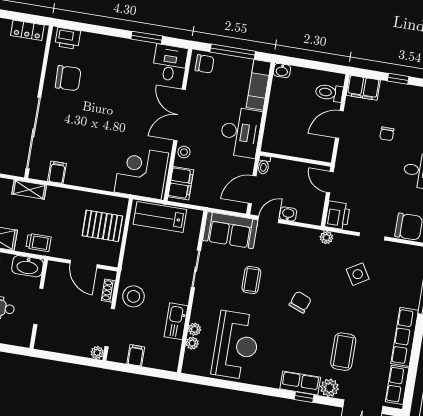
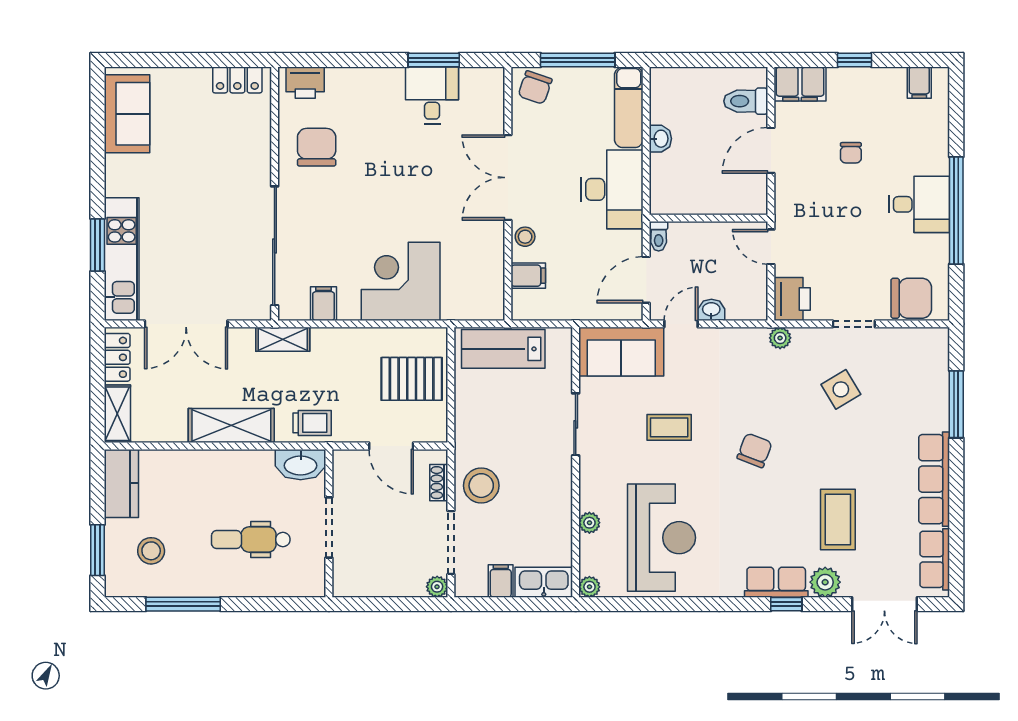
desk: (170, 63) -> (432, 95), moved
chair: (205, 64) -> (535, 87), turned 109
washbasin: (282, 71) -> (660, 139), moved, turned -90
chair: (68, 78) -> (317, 147), turned -89
corner desk: (141, 172) -> (401, 281), moved
filing cabinet: (181, 183) -> (528, 276), width x0.50
coffee table: (251, 280) -> (669, 427), turned 90
kitchen sink: (176, 321) -> (544, 582), moved, turned 90
plant: (192, 343) -> (589, 587), moved

